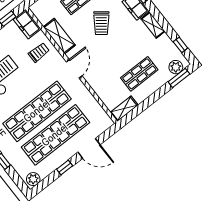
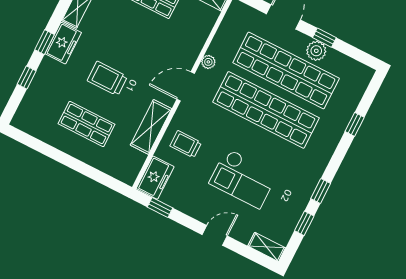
trolley: (101, 23) -> (107, 79), turned -128
plant: (83, 90) -> (208, 62), added
plant: (33, 179) -> (316, 51), moved

